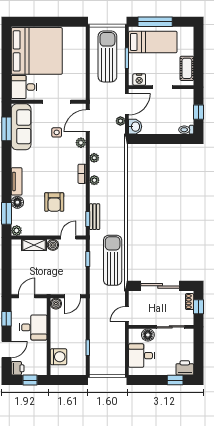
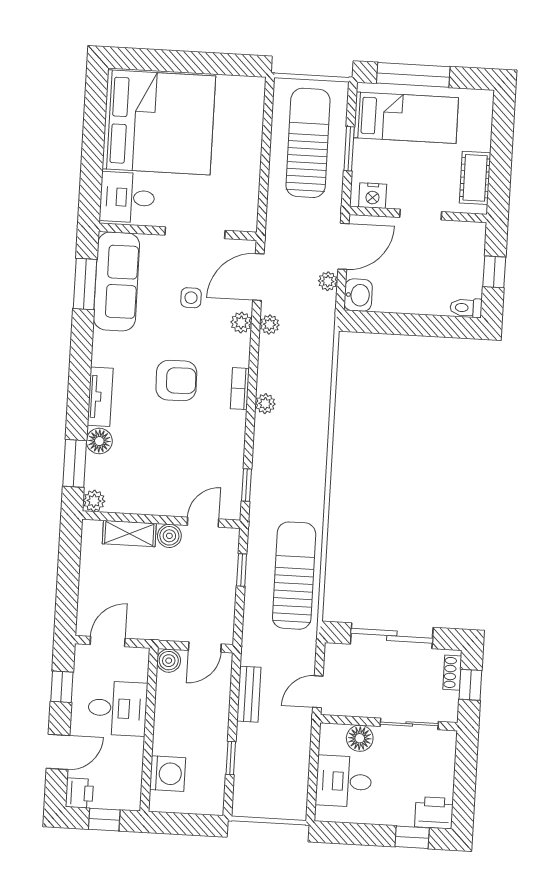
plant: (94, 158) -> (270, 324), moved
armchair: (54, 202) -> (176, 381), moved, turned -91
bench: (95, 217) -> (249, 694), moved

